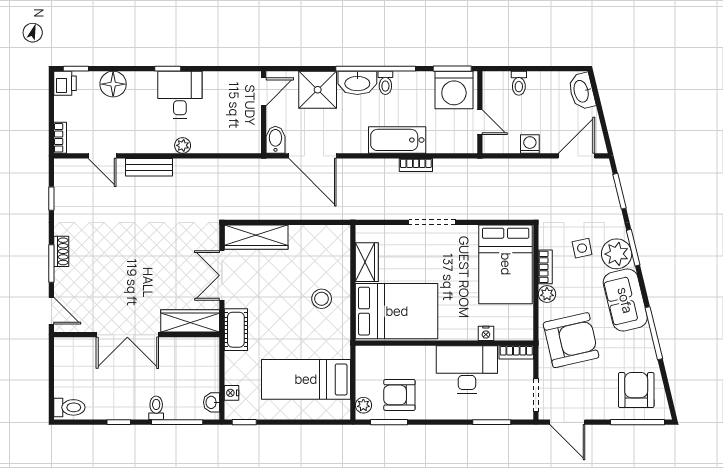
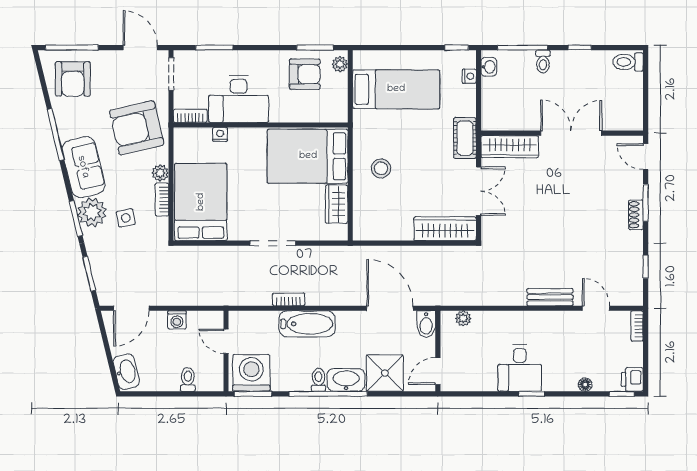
floor lamp: (113, 84) -> (585, 385), width x0.53, depth x0.53
plant: (183, 145) -> (463, 318), moved

